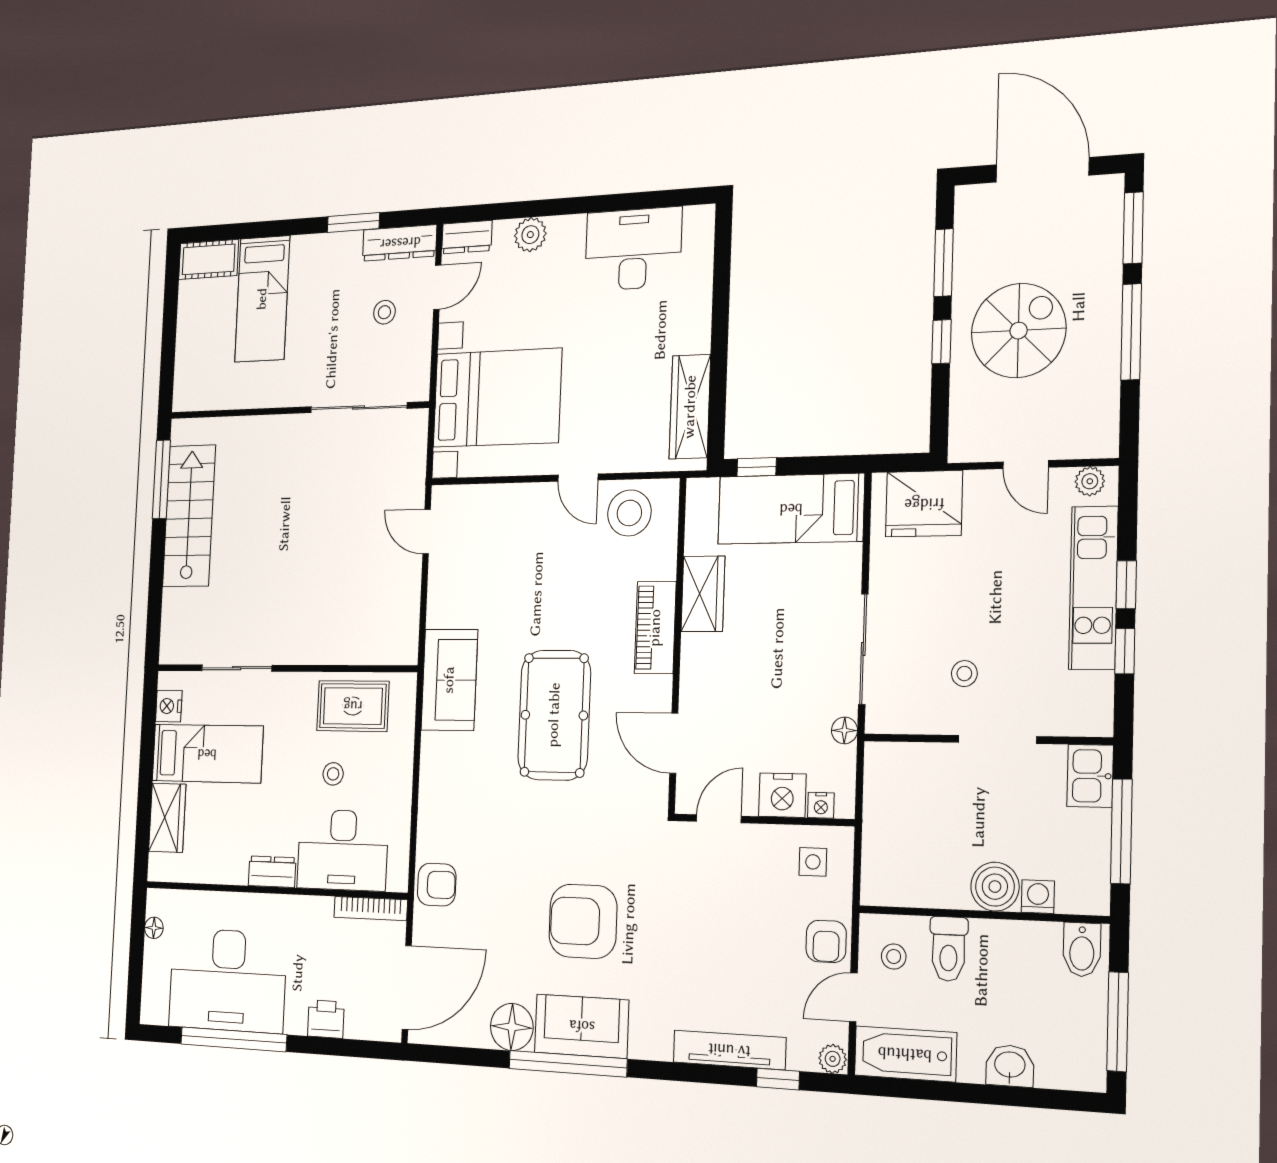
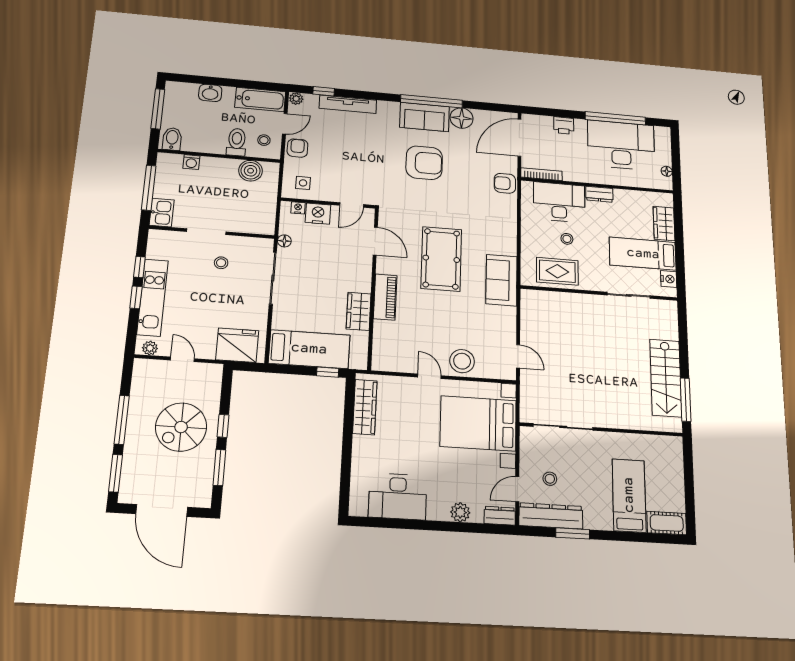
dresser: (400, 243) -> (551, 516), width x1.37, depth x1.24
stool: (629, 513) -> (462, 361), moved
boiler: (995, 887) -> (251, 171), moved

